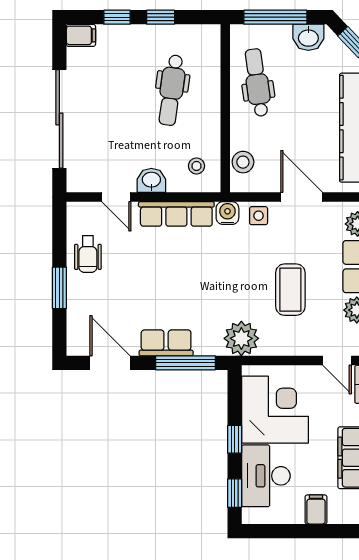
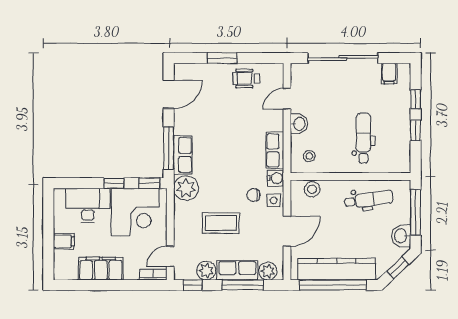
filing cabinet: (81, 35) -> (389, 73), moved
dental chair: (172, 90) -> (363, 138), turned 82
row of seats: (176, 214) -> (275, 150), width x0.68
chair: (251, 244) -> (254, 195), added
row of seats: (166, 343) -> (183, 155), moved
window: (235, 493) -> (149, 183), moved

